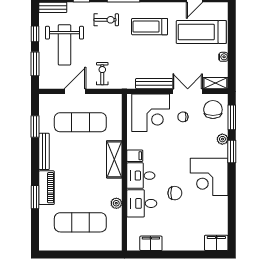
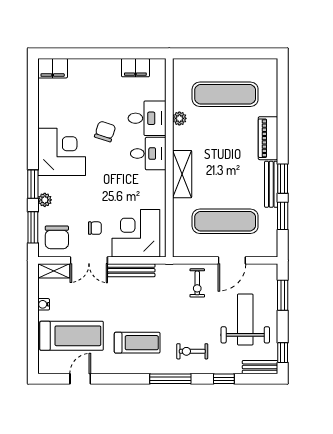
window: (35, 34) -> (283, 353), moved
filing cabinet: (135, 156) -> (156, 179), removed
chair: (175, 193) -> (105, 131), turned 108
window: (35, 197) -> (283, 179), moved

